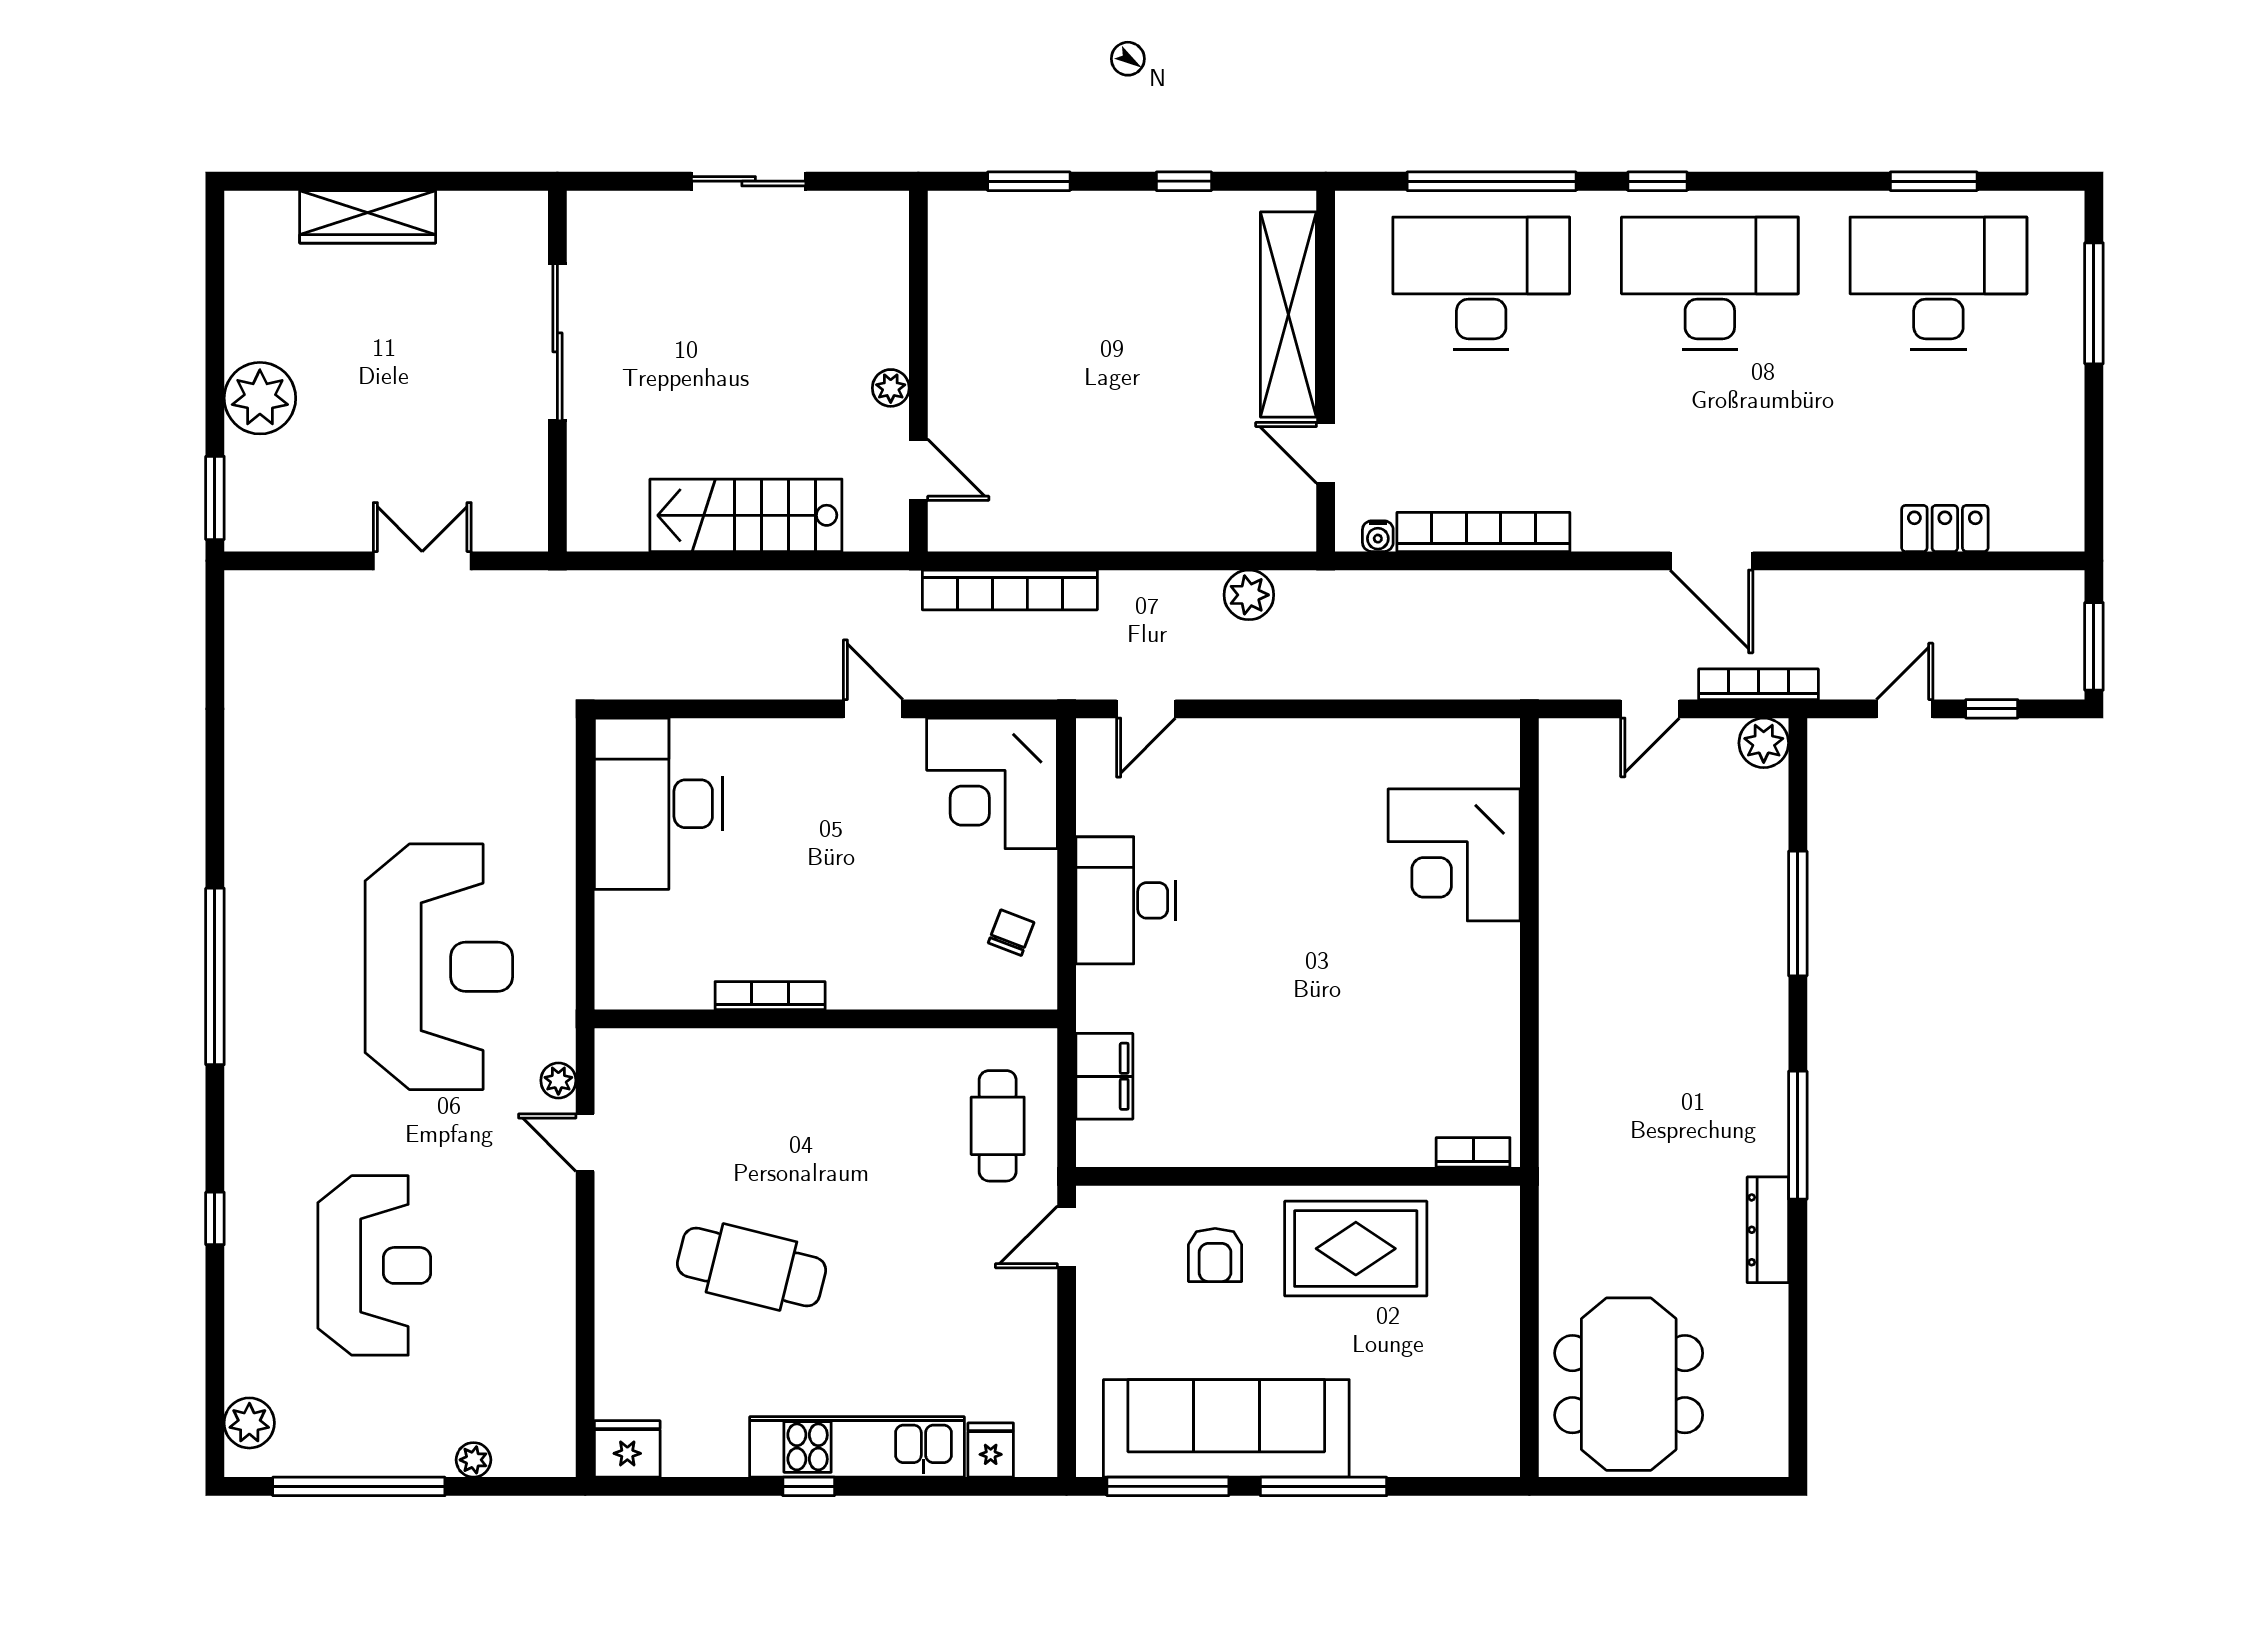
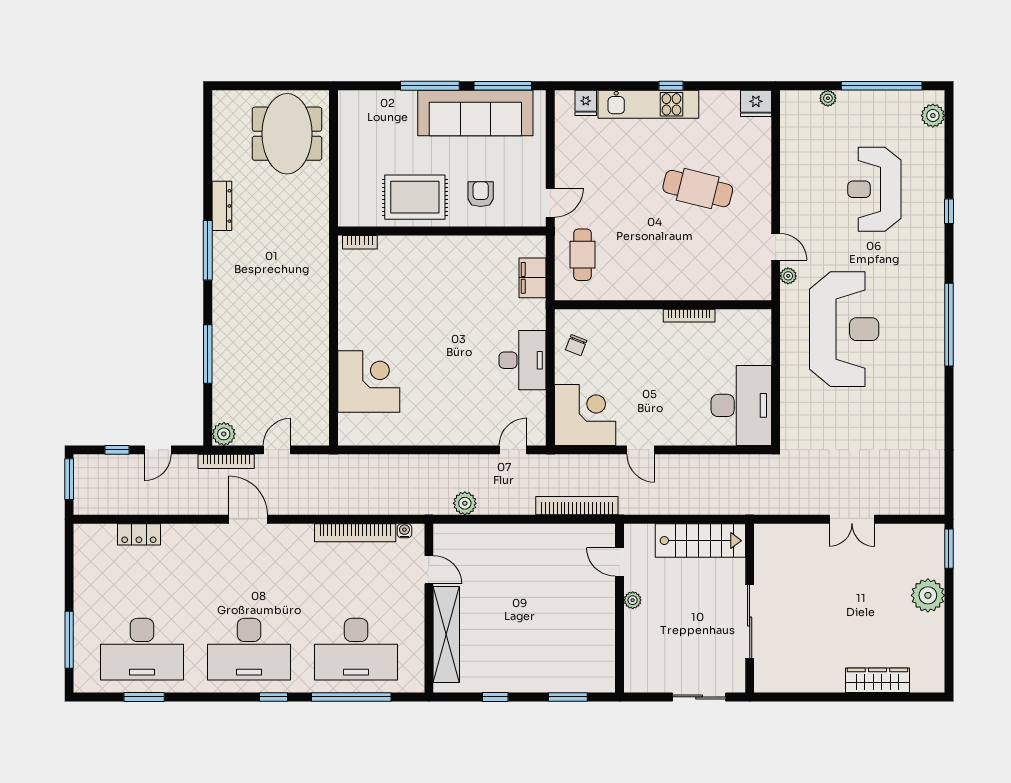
sliding door: (557, 342) -> (750, 622), moved
wall: (557, 371) -> (750, 608), moved
reception desk: (439, 967) -> (844, 329), turned 180

